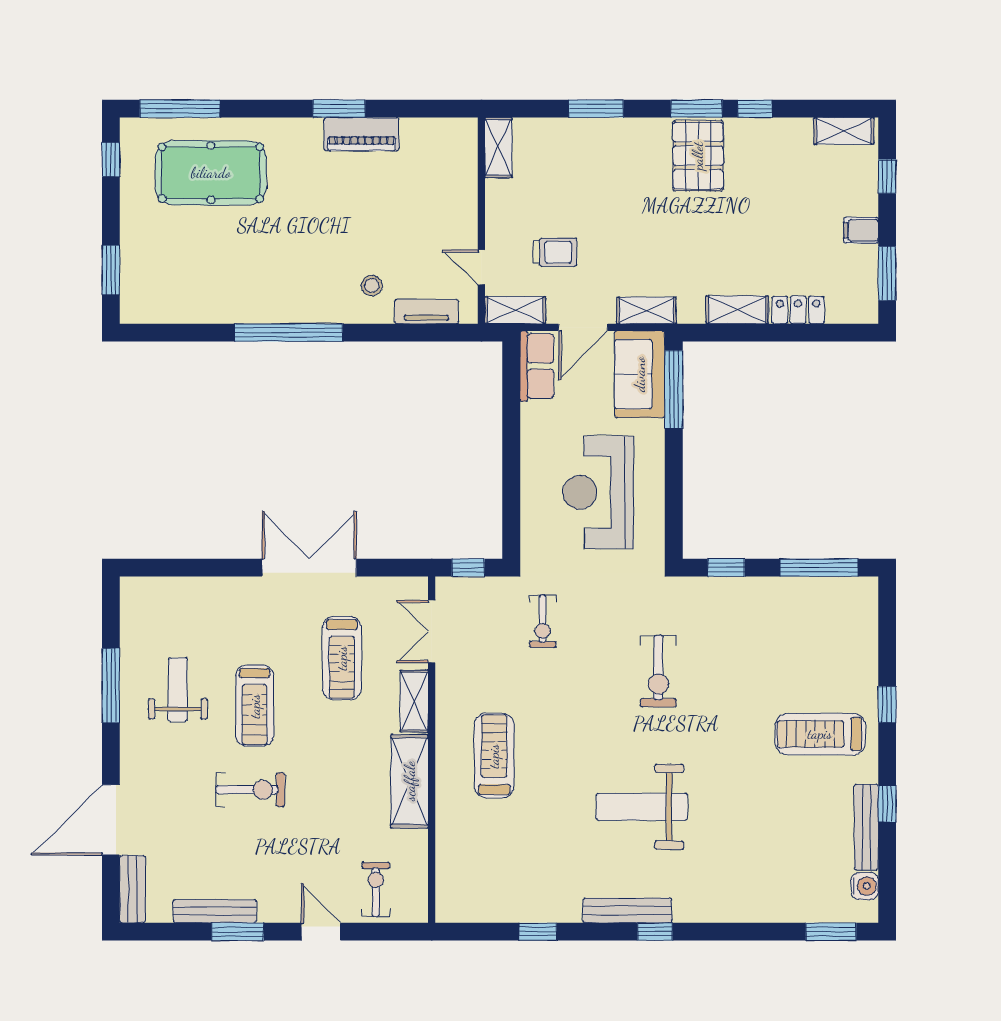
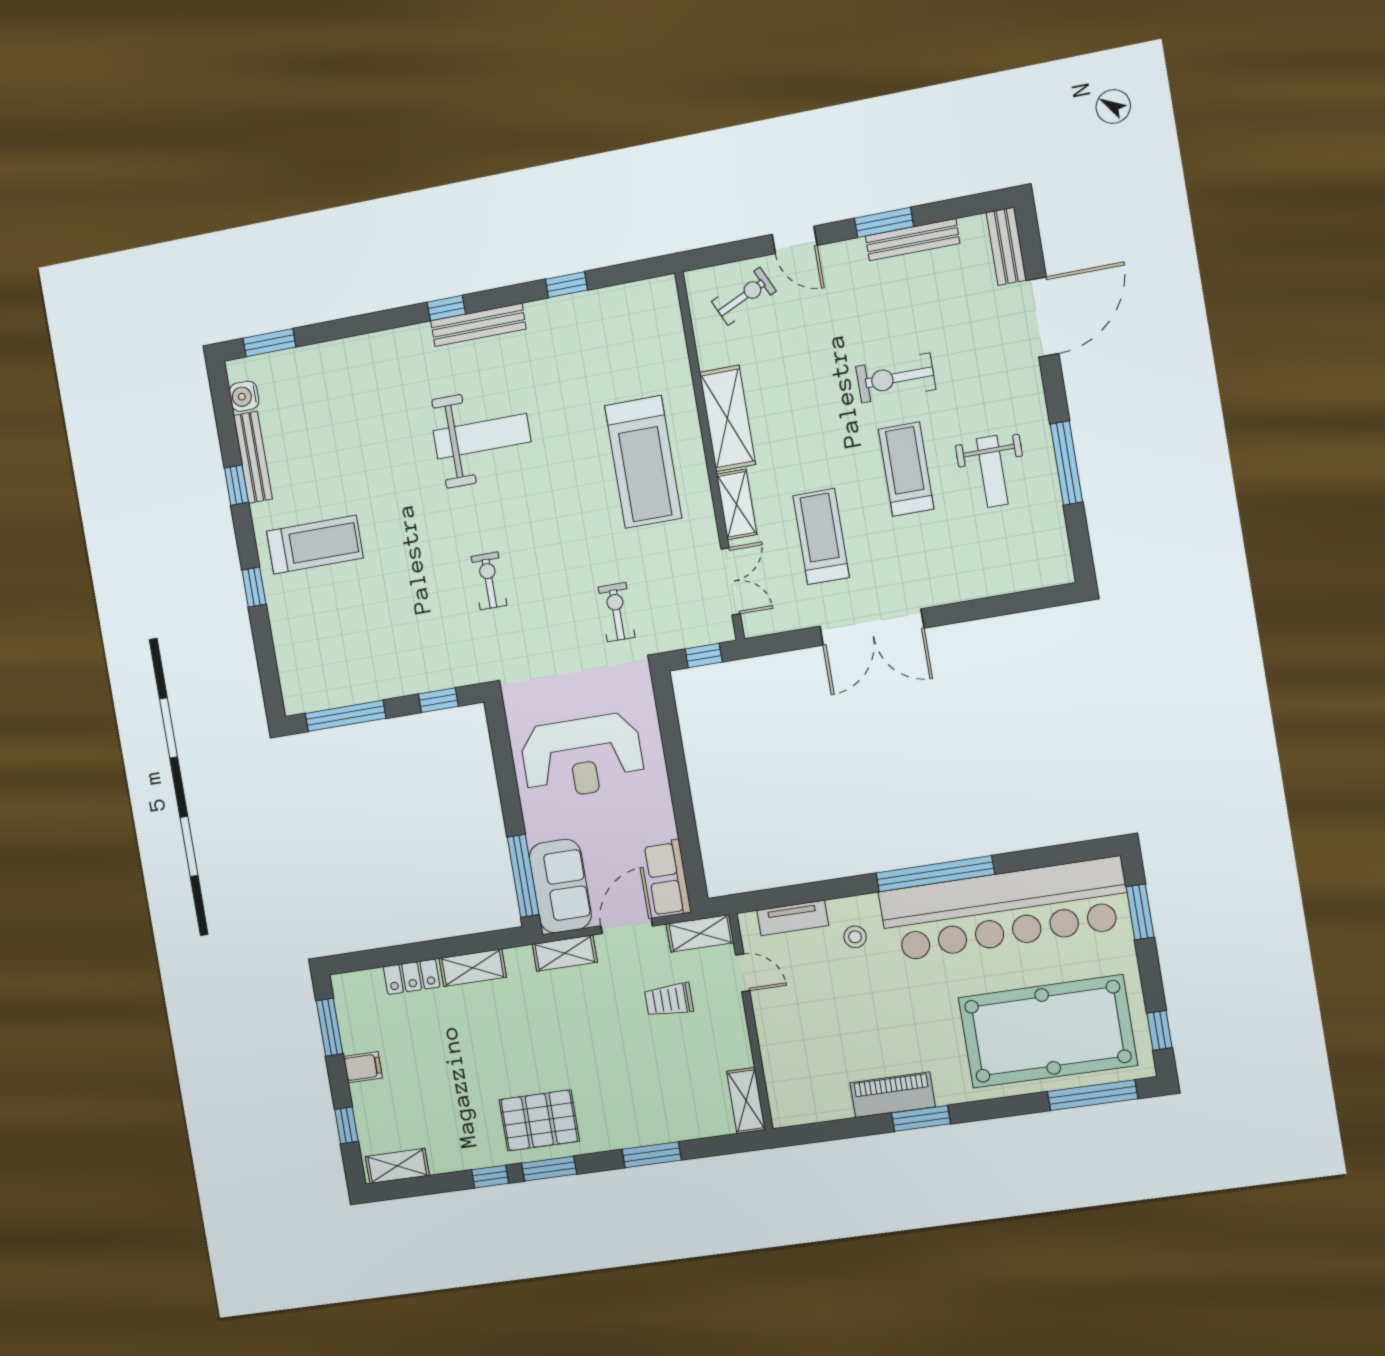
pallet: (698, 156) -> (539, 1120), turned 90
pool table: (211, 173) -> (1048, 1031), width x1.36, depth x1.32
bar counter: (232, 290) -> (1004, 909), added
reception desk: (598, 492) -> (582, 756), turned 90
exercise bike: (658, 671) -> (489, 581), width x0.73, depth x0.72
treadmill: (494, 756) -> (643, 462), width x1.37, depth x1.38
exercise bike: (376, 890) -> (744, 296), turned -115

